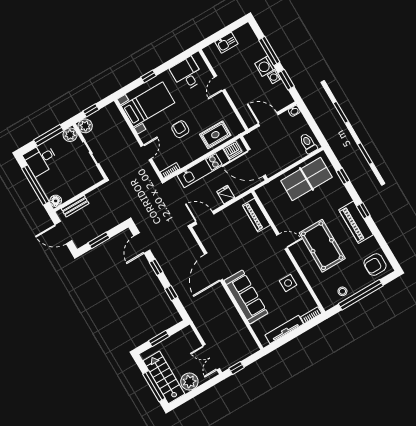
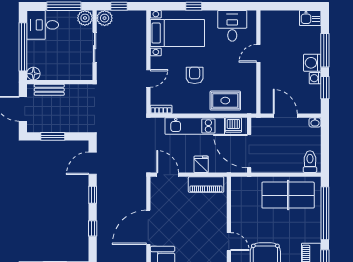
kitchen sink: (226, 43) -> (310, 18), moved
window: (343, 176) -> (325, 213), width x3.17
piano: (256, 215) -> (206, 185), moved, turned -90

